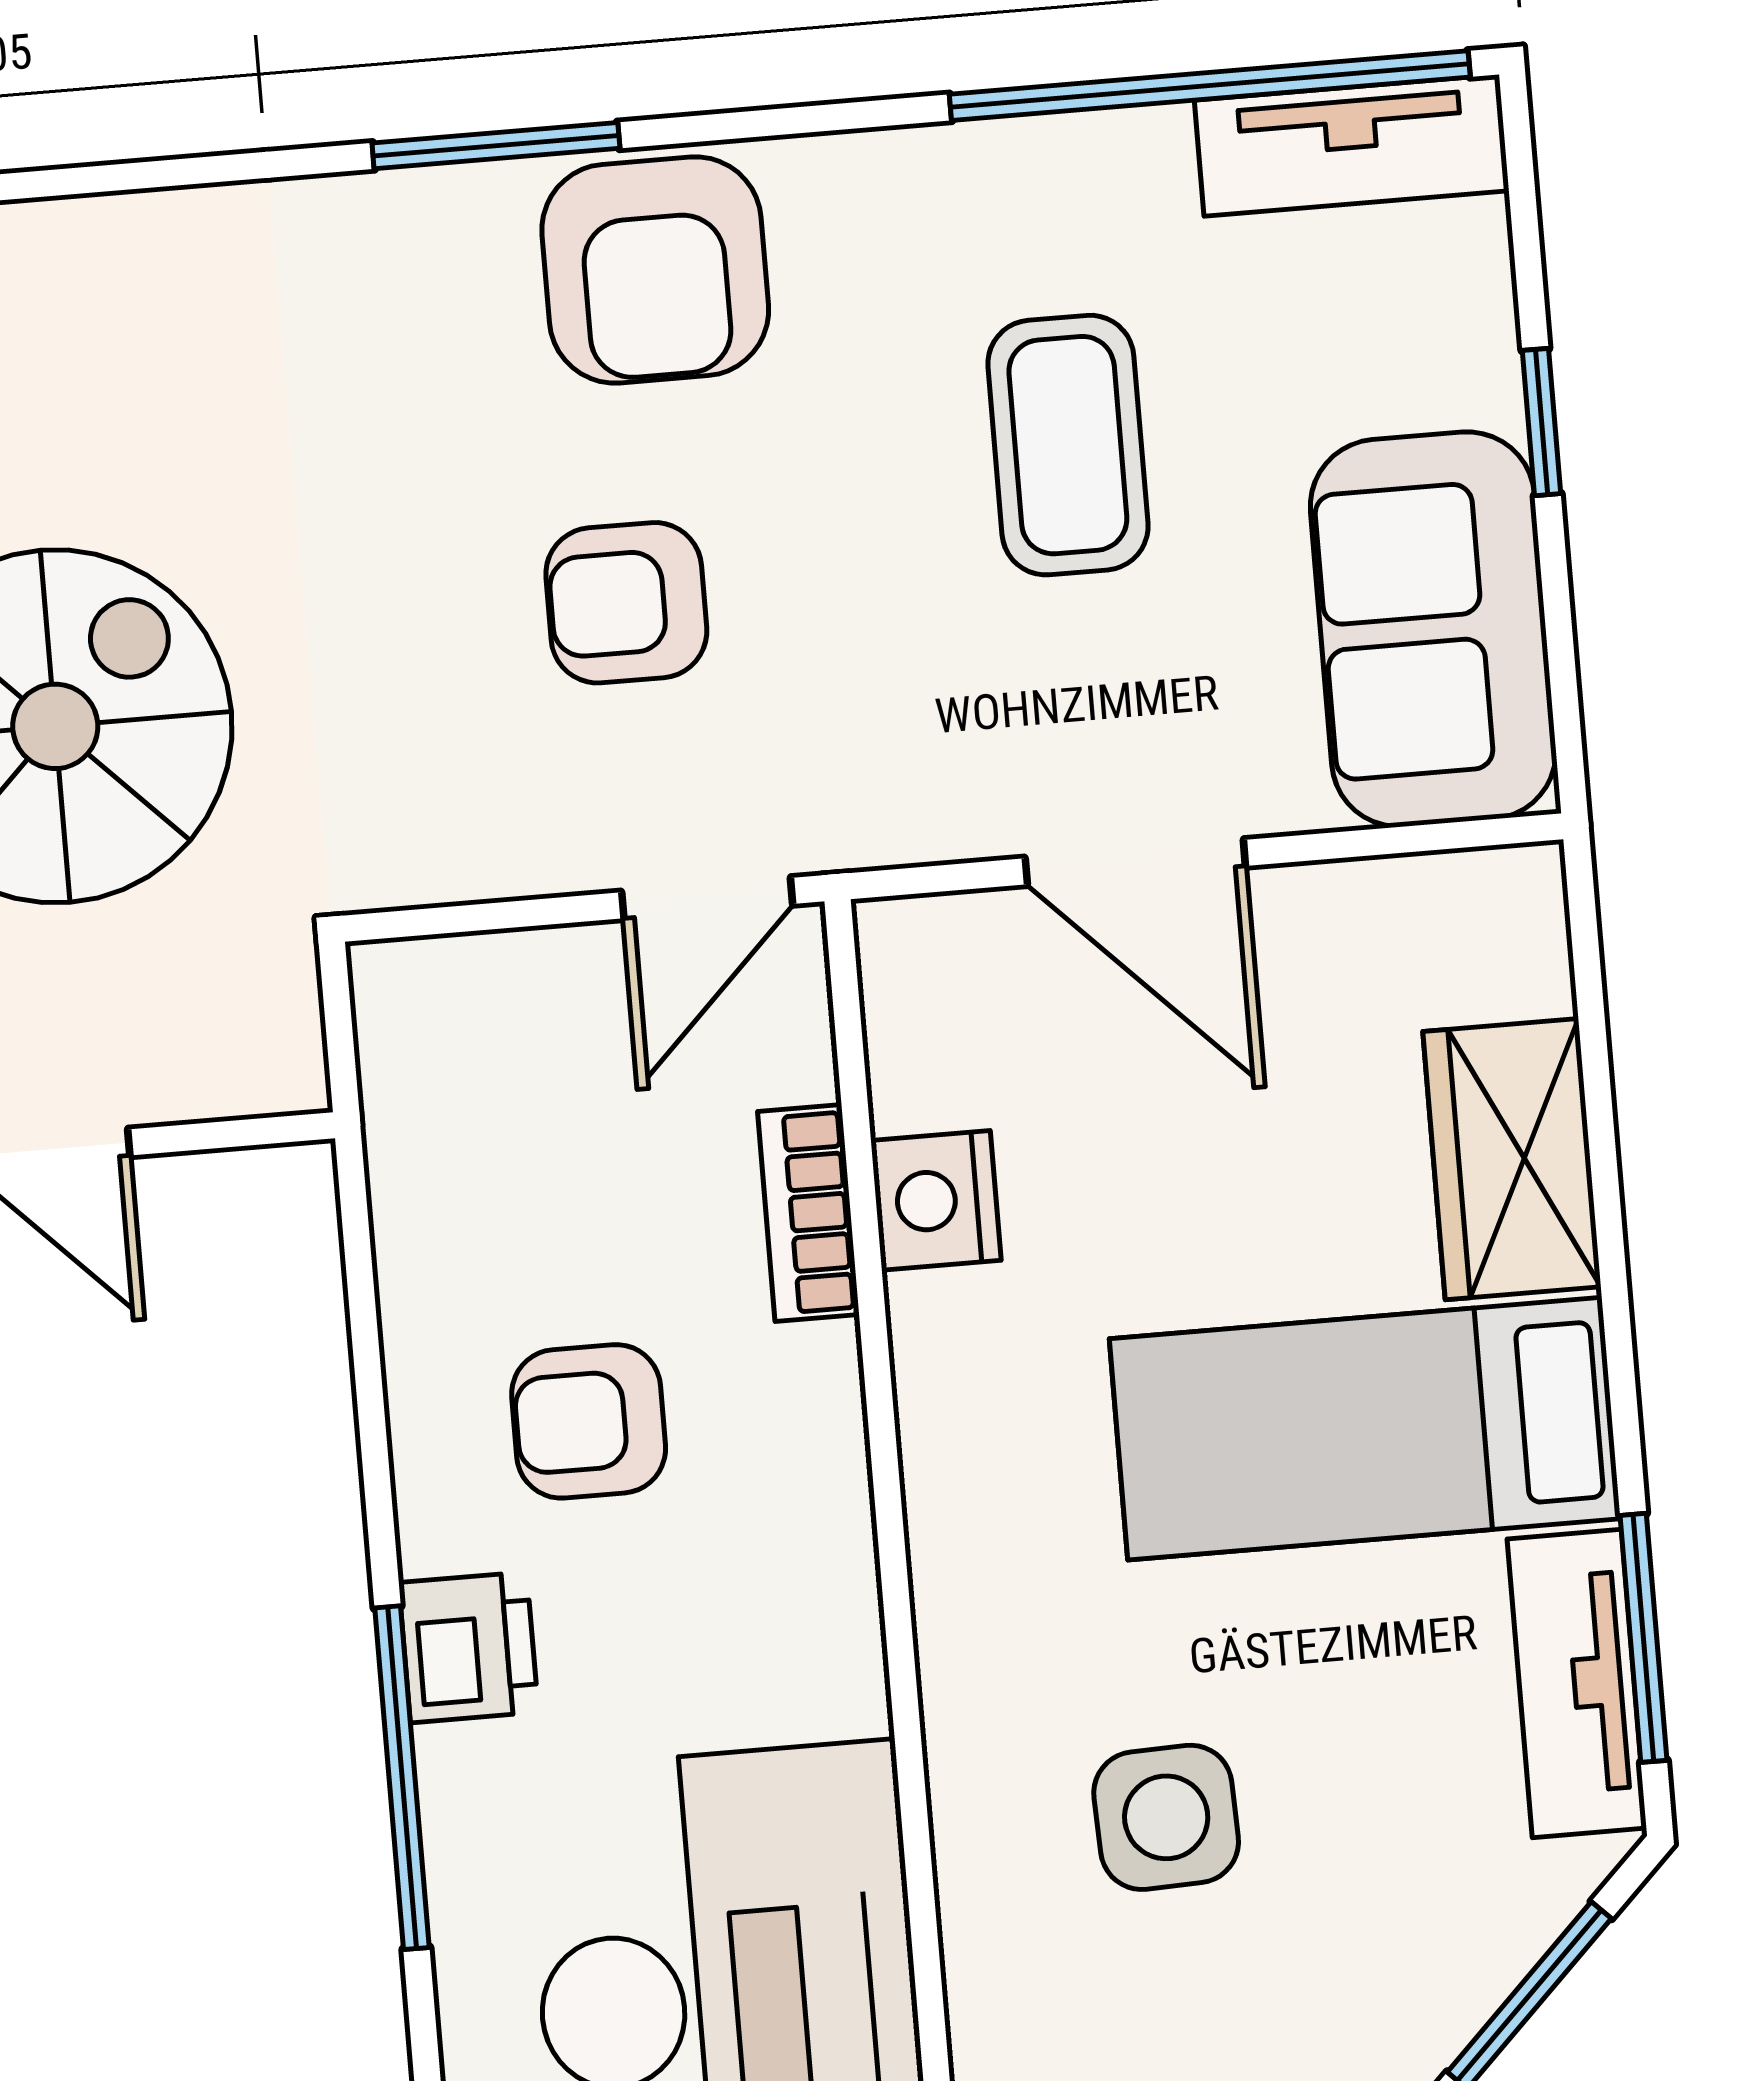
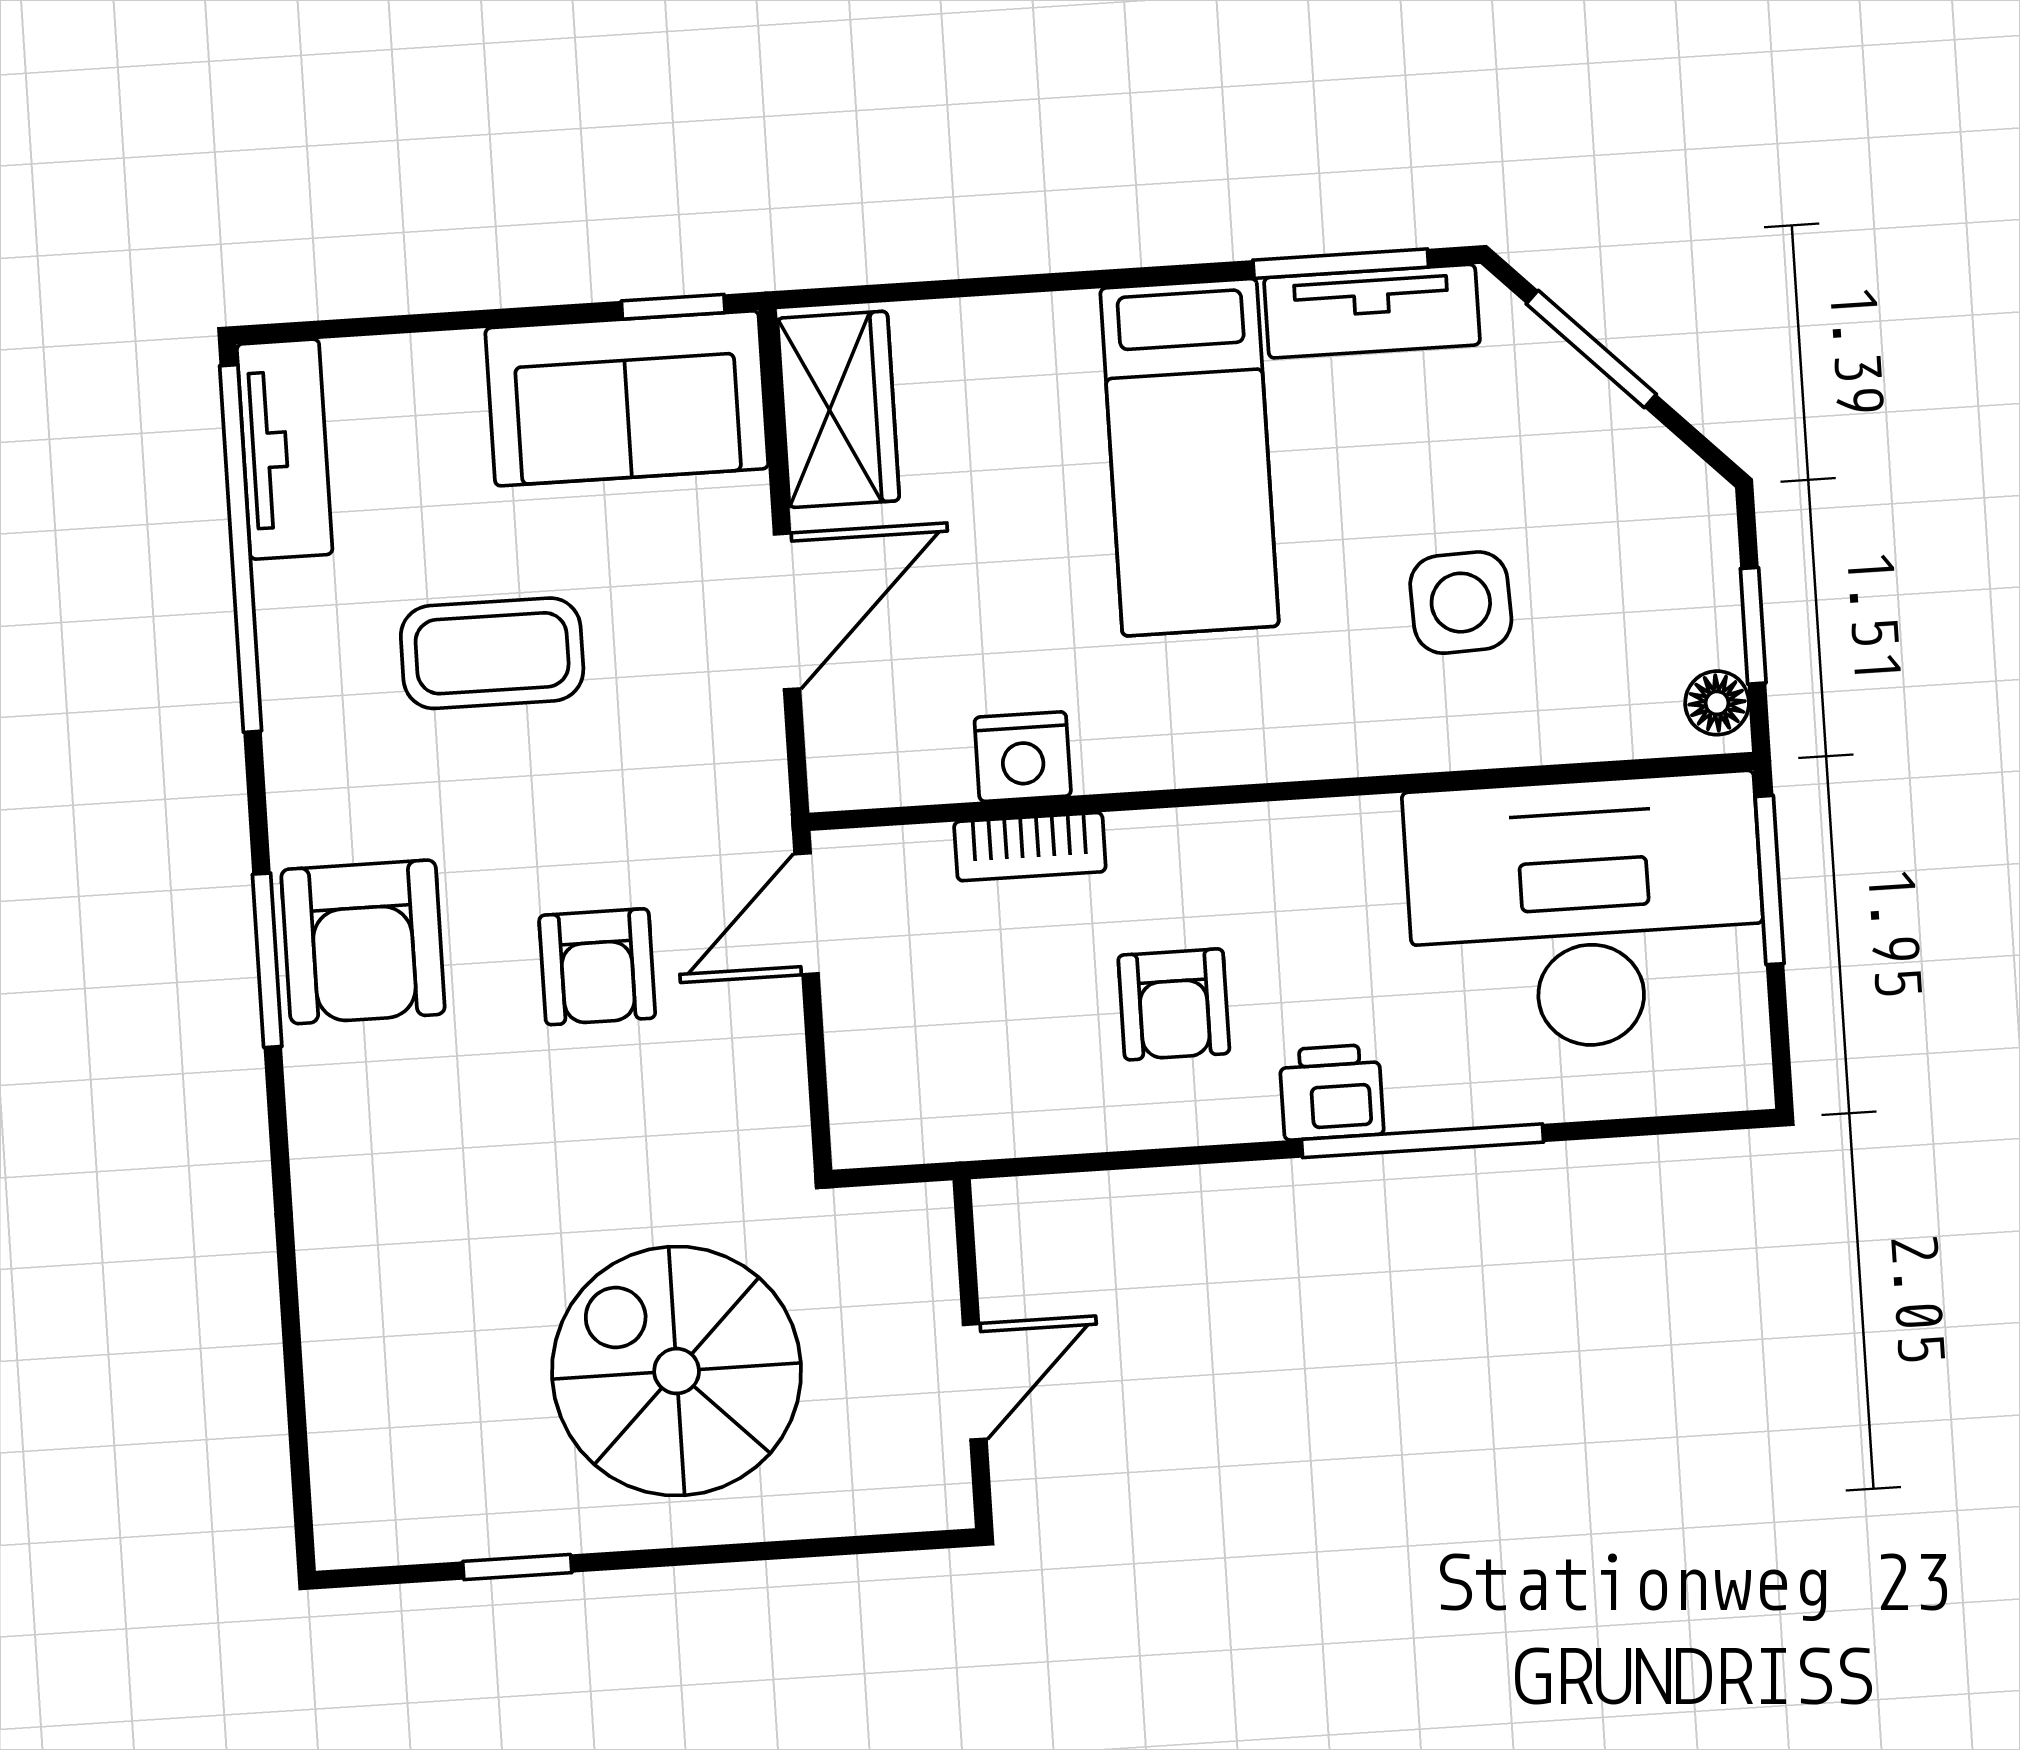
window: (496, 146) -> (267, 960), moved
armchair: (655, 270) -> (363, 942), turned 90
window: (1541, 422) -> (673, 307), moved
door: (707, 898) -> (807, 914), swing flipped
wardrobe: (1512, 1159) -> (838, 409), moved, turned -90

